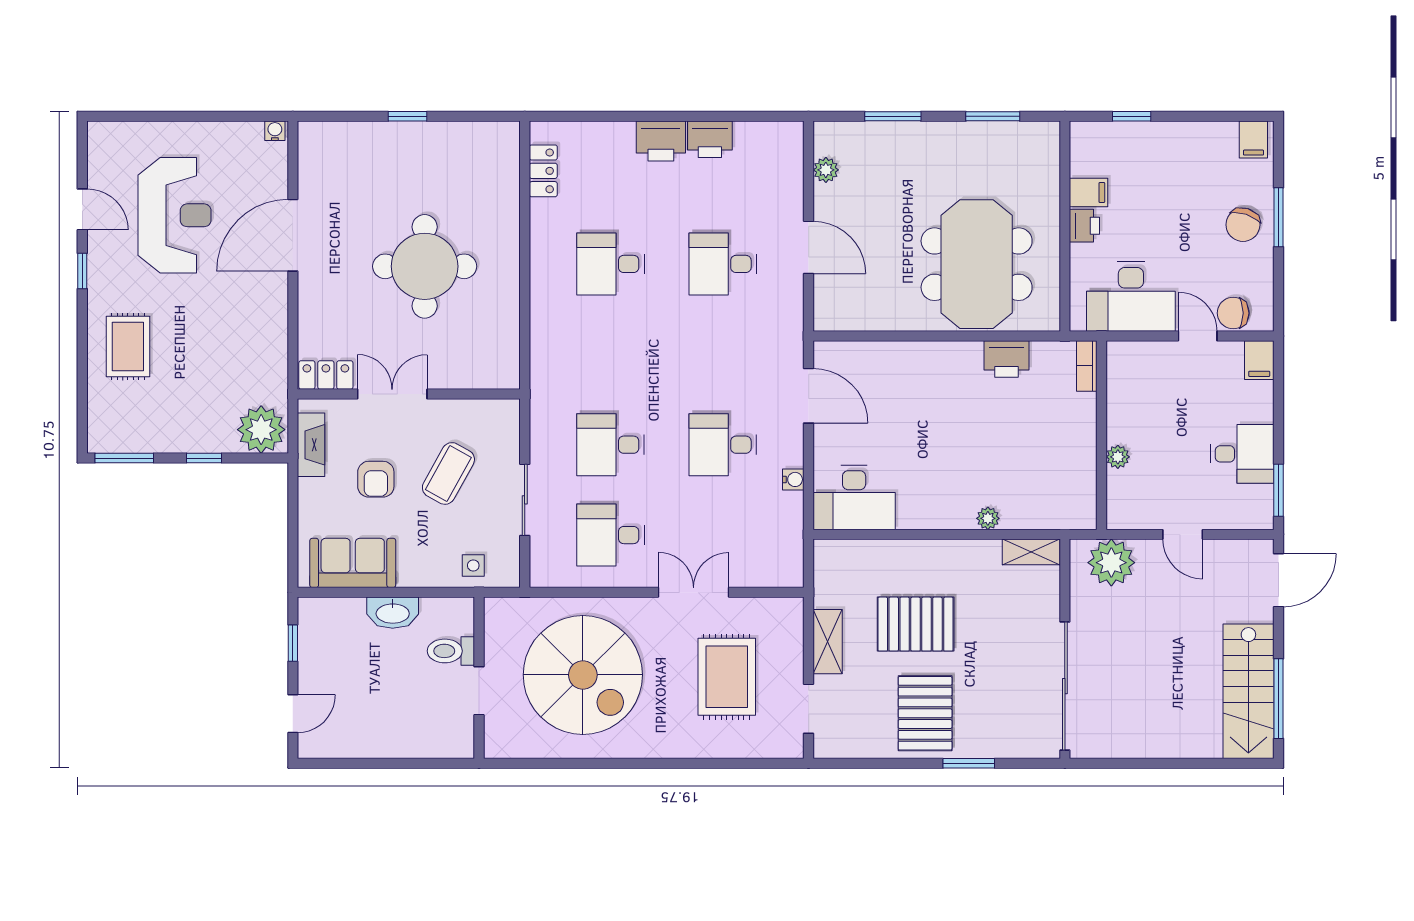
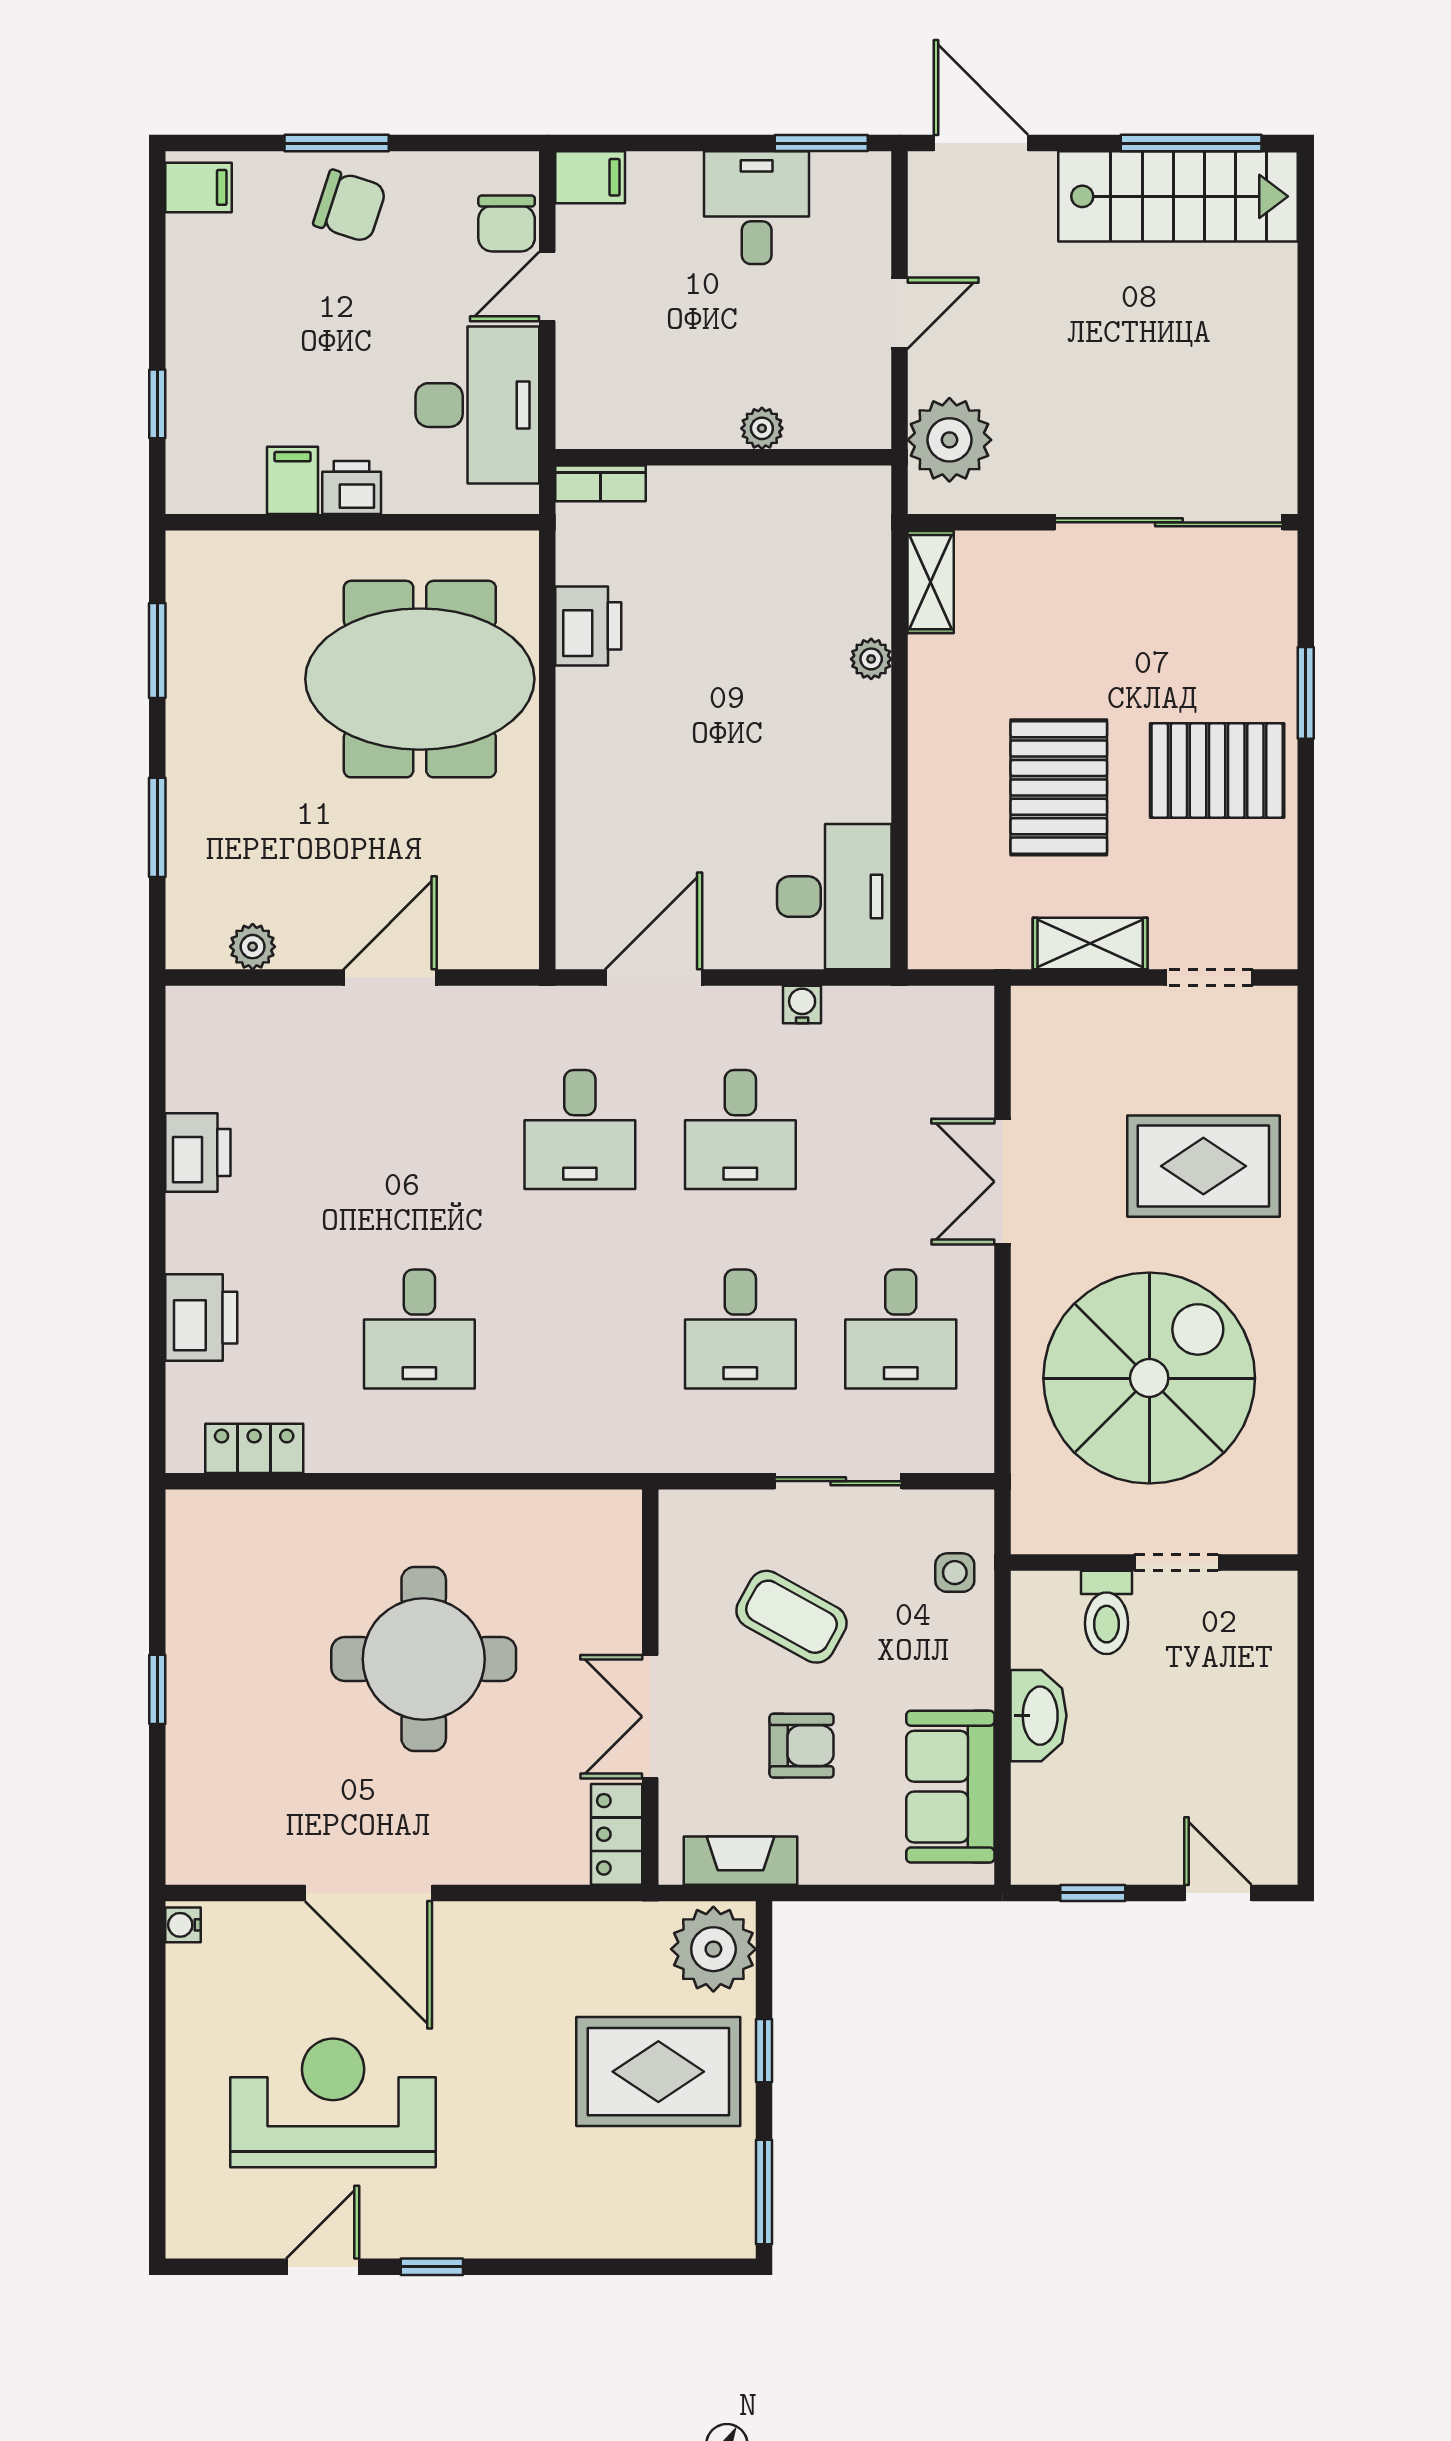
printer: (661, 141) -> (201, 1318), moved
desk: (723, 264) -> (580, 1130), moved
rug: (128, 347) -> (658, 2072), moved, width x1.36, depth x1.43
rug: (727, 677) -> (1203, 1166), moved

